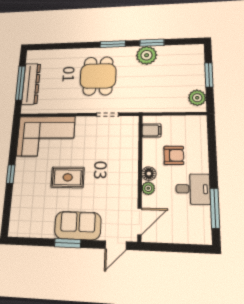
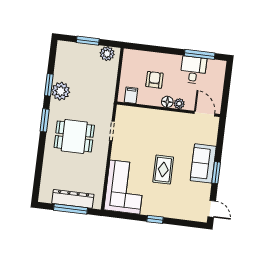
desk: (193, 189) -> (193, 70), moved
door: (116, 245) -> (212, 209), moved

